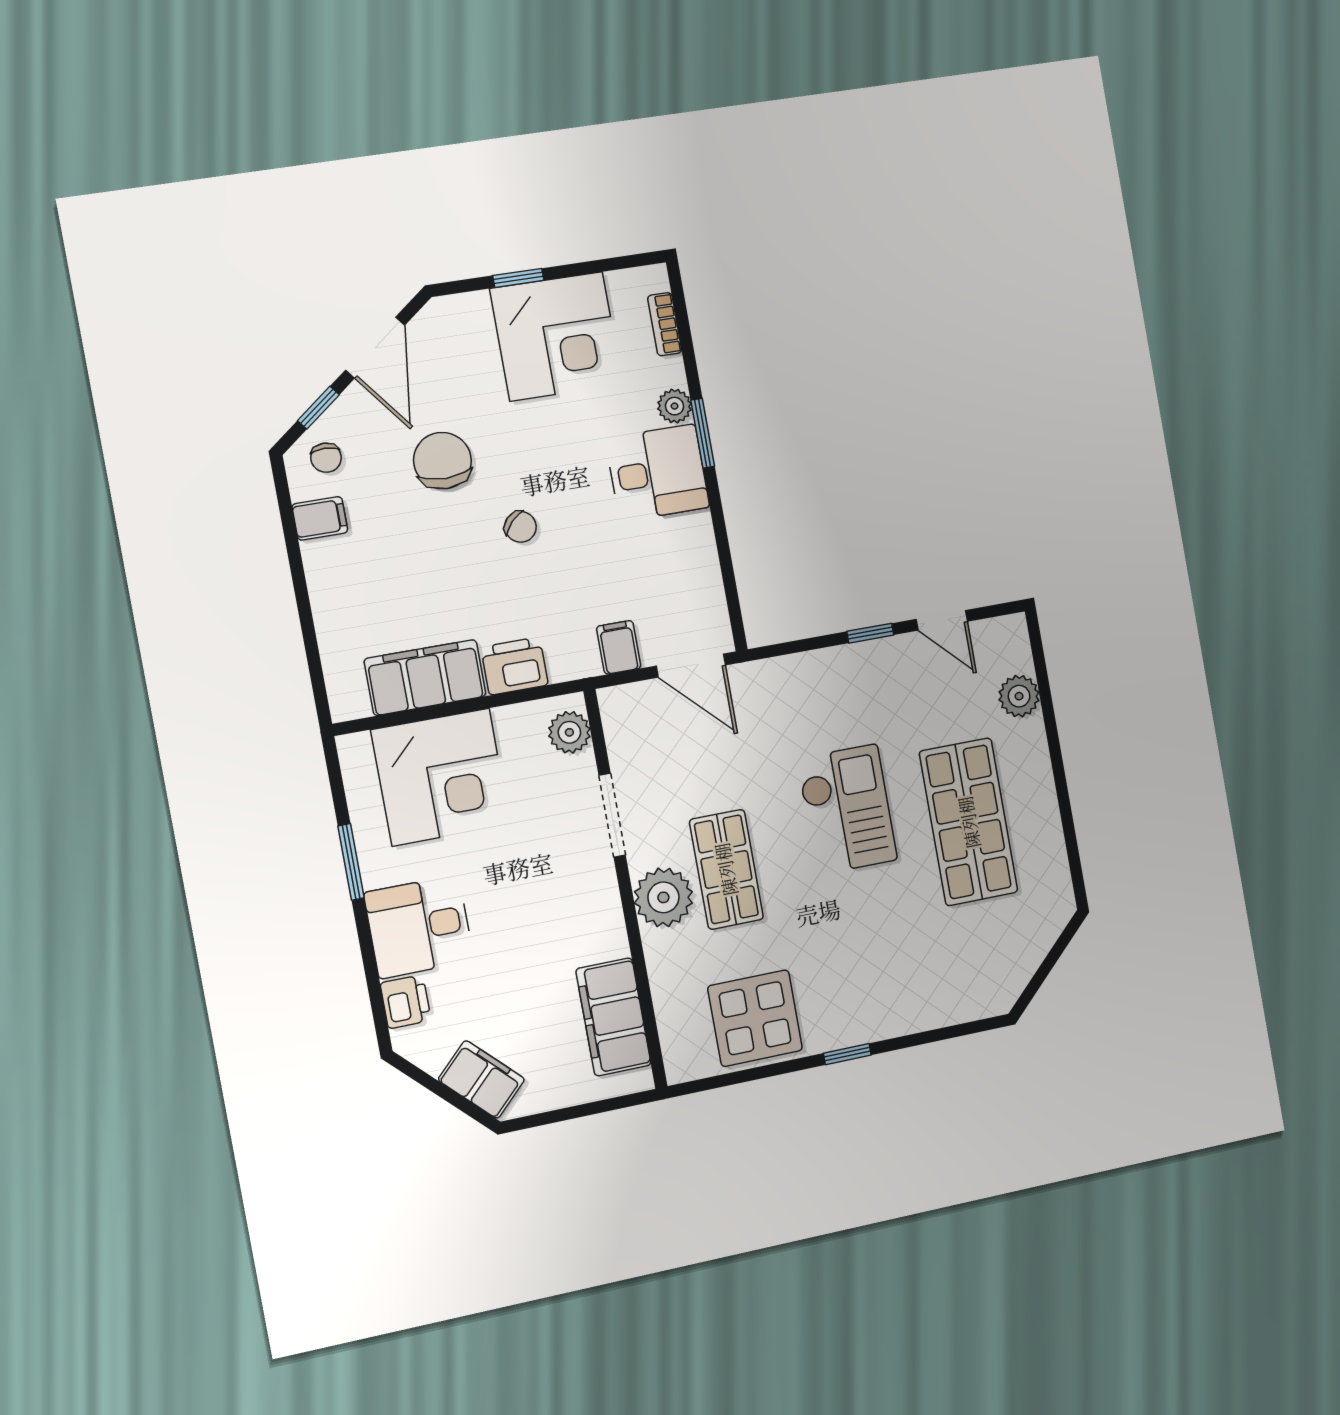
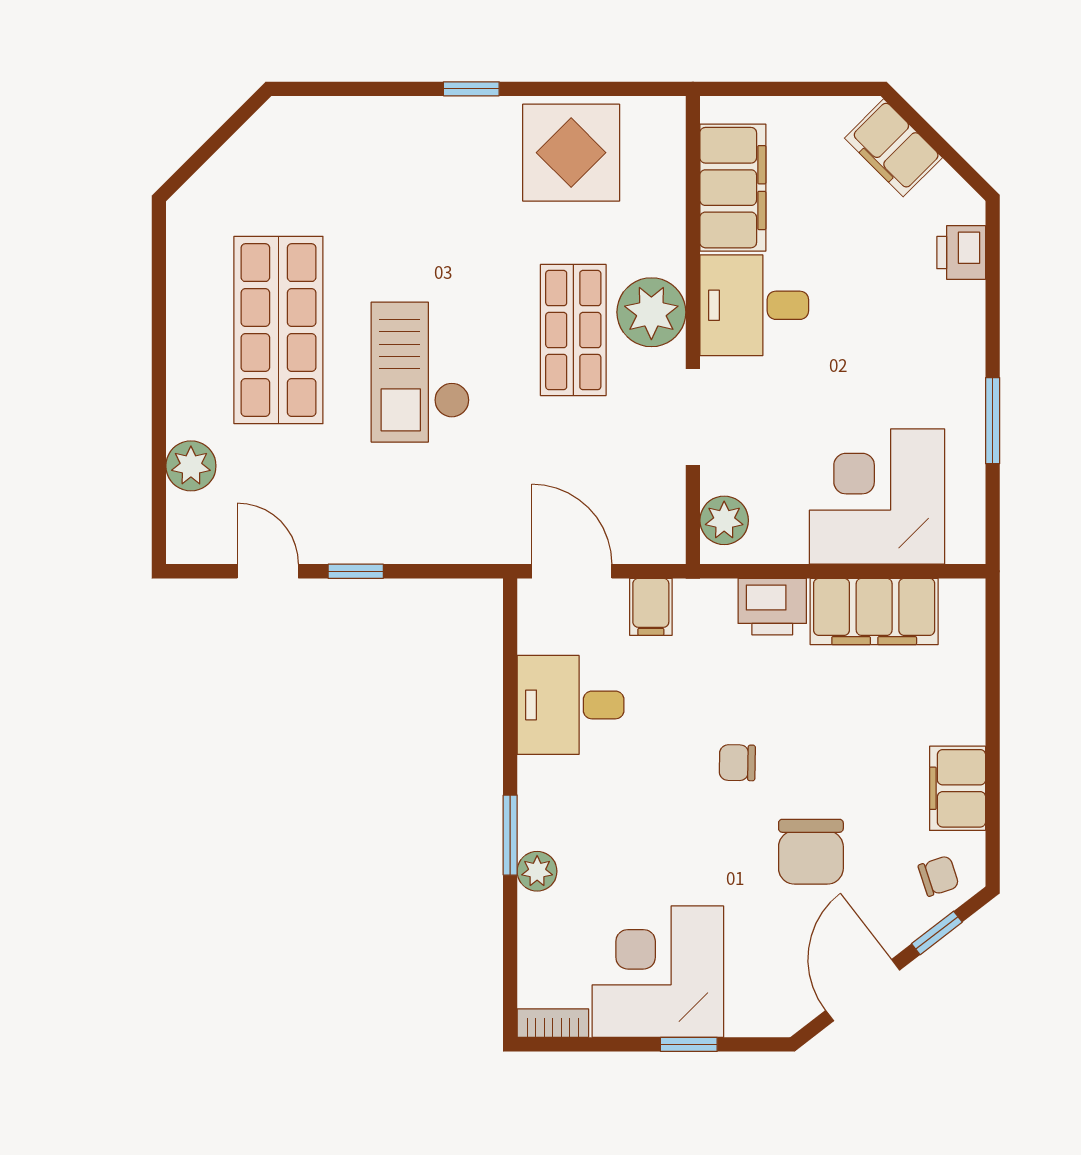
bookcase: (665, 324) -> (553, 1023), moved, turned -90
chair: (326, 458) -> (939, 876), turned 72
desk: (657, 473) -> (571, 705), moved
filing cabinet: (320, 518) -> (958, 788), width x2.00
chair: (520, 527) -> (737, 763), turned -42
desk: (419, 927) -> (754, 305), moved, turned 180

